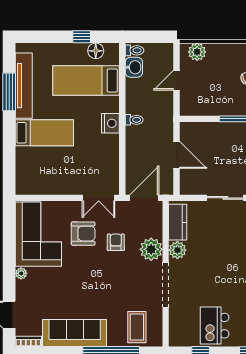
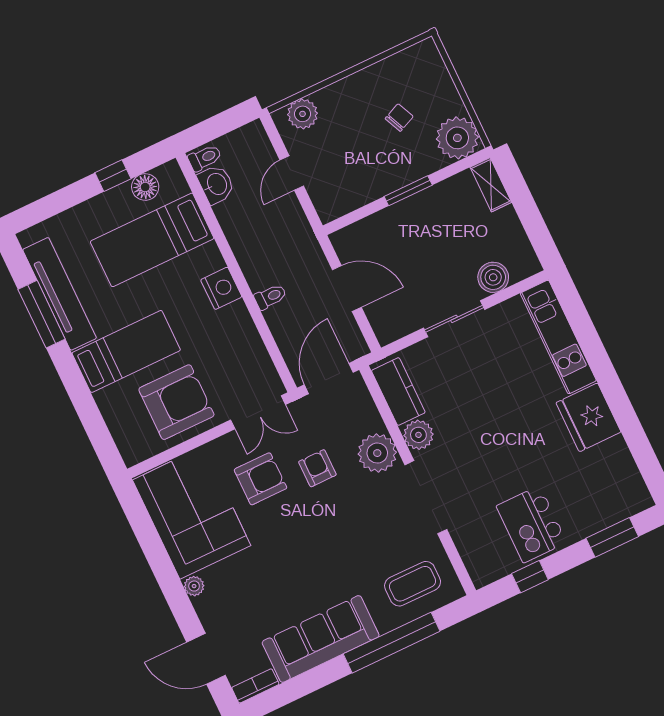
toilet: (134, 120) -> (270, 297), moved
armchair: (58, 172) -> (176, 402), added
coffee table: (137, 327) -> (413, 584), turned 90

